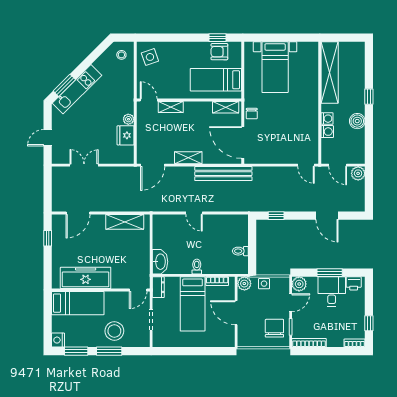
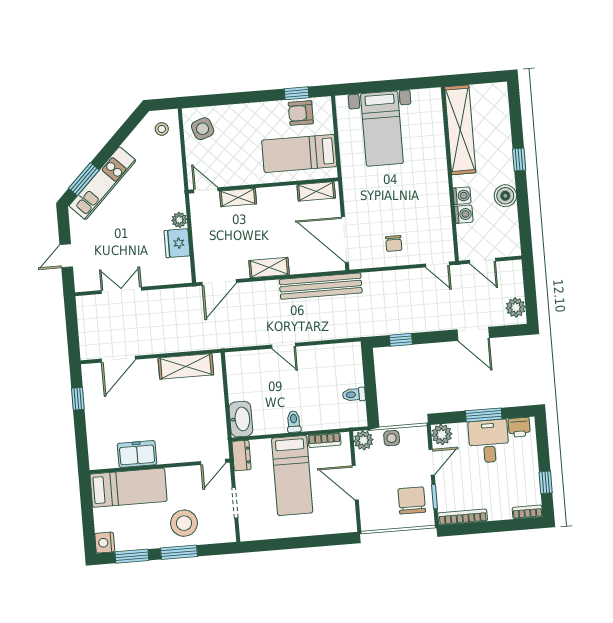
chair: (252, 114) -> (394, 243), moved
plant: (358, 173) -> (516, 307), moved
freezer: (86, 278) -> (137, 454), width x0.52, depth x0.79

